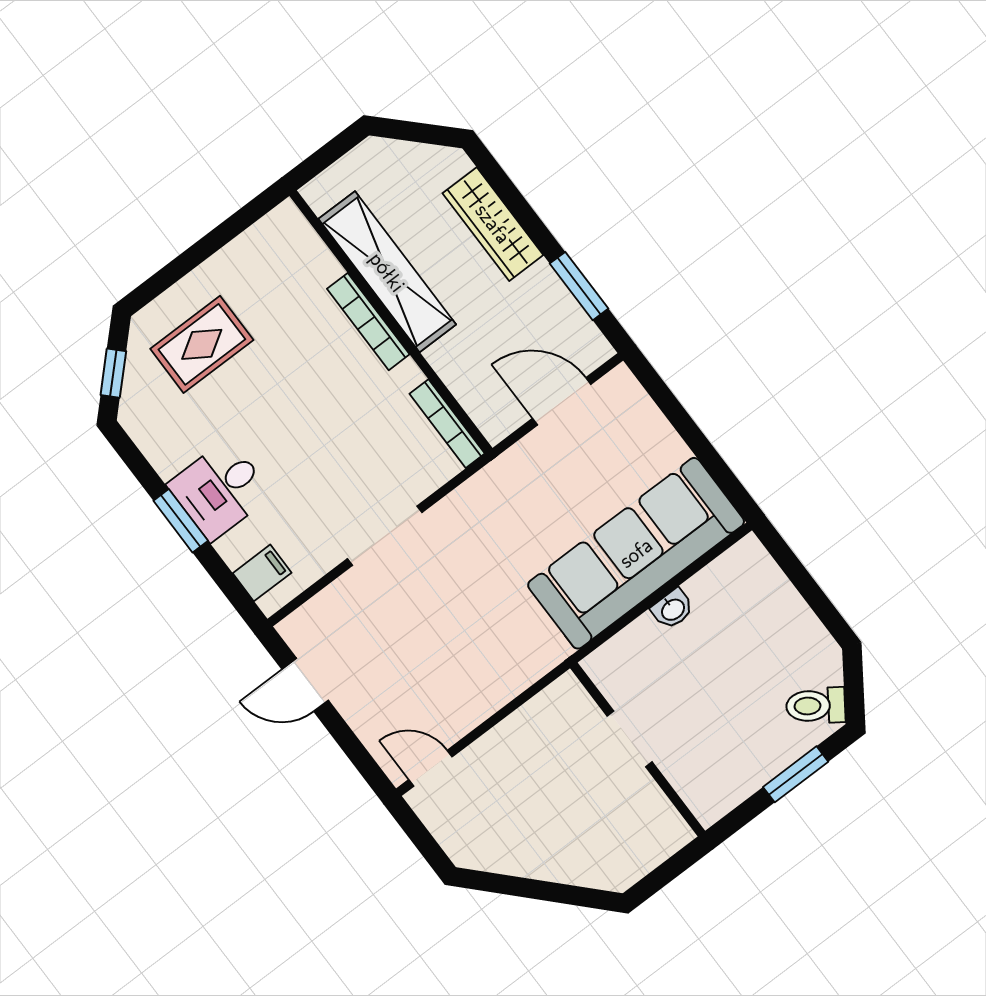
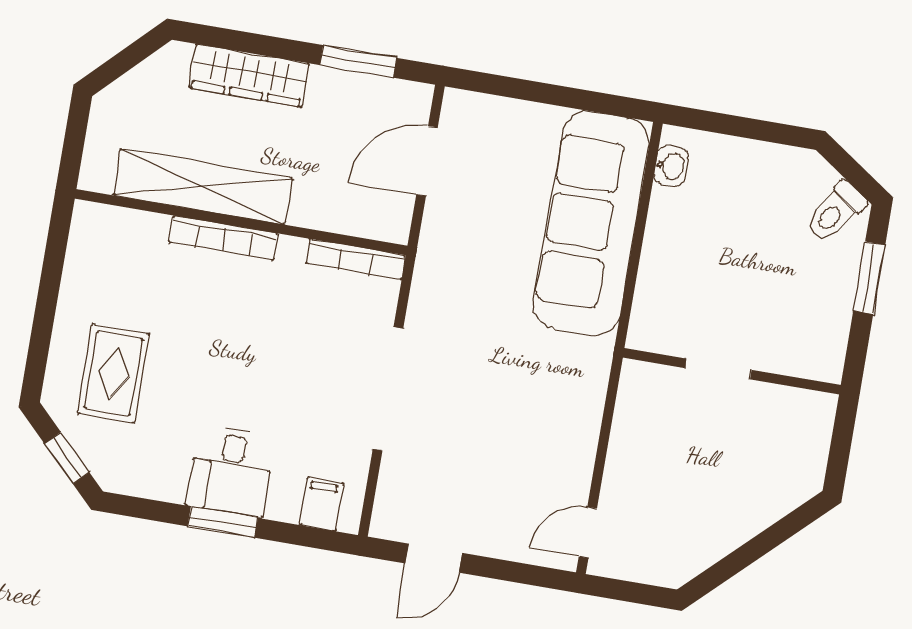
doorway: (385, 536) -> (388, 389), width x1.36
washbasin: (673, 609) -> (671, 166), moved

